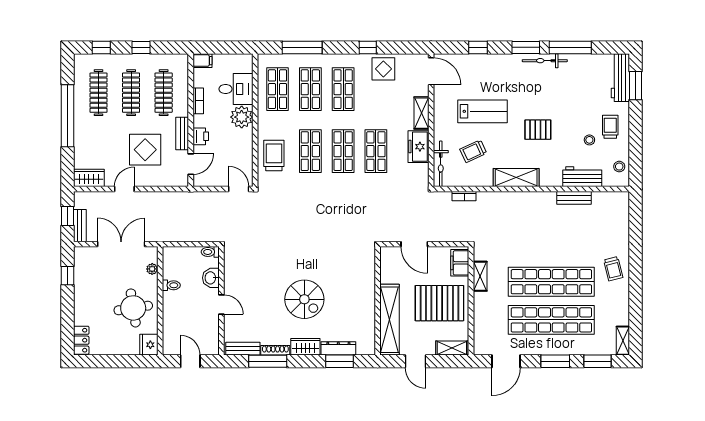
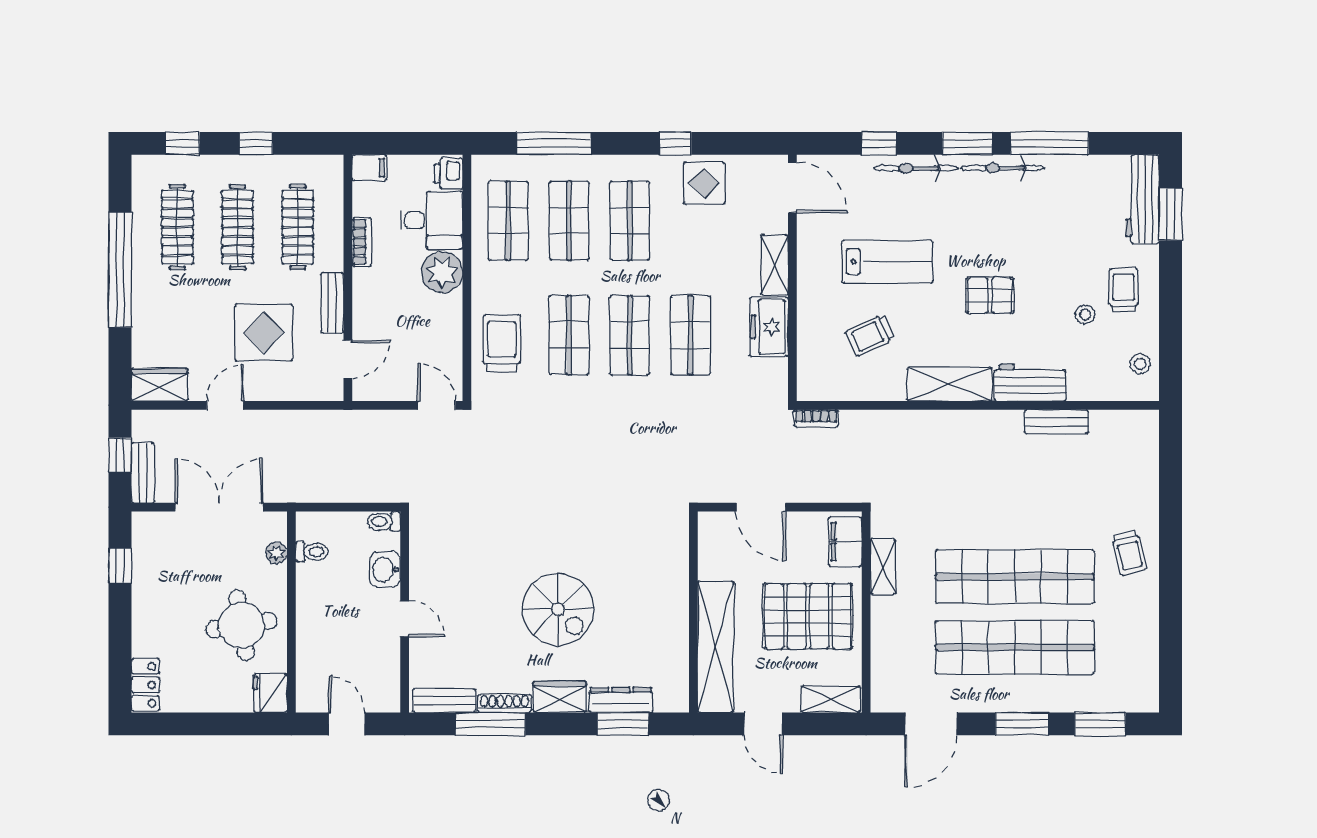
printer: (201, 136) -> (448, 174), moved, turned 180
bicycle: (441, 164) -> (916, 168), moved, turned 90
workbench: (582, 177) -> (1030, 382), moved
bookcase: (464, 196) -> (816, 418), moved
toilet: (171, 285) -> (312, 552), moved
shelving: (623, 341) -> (1147, 686), removed

